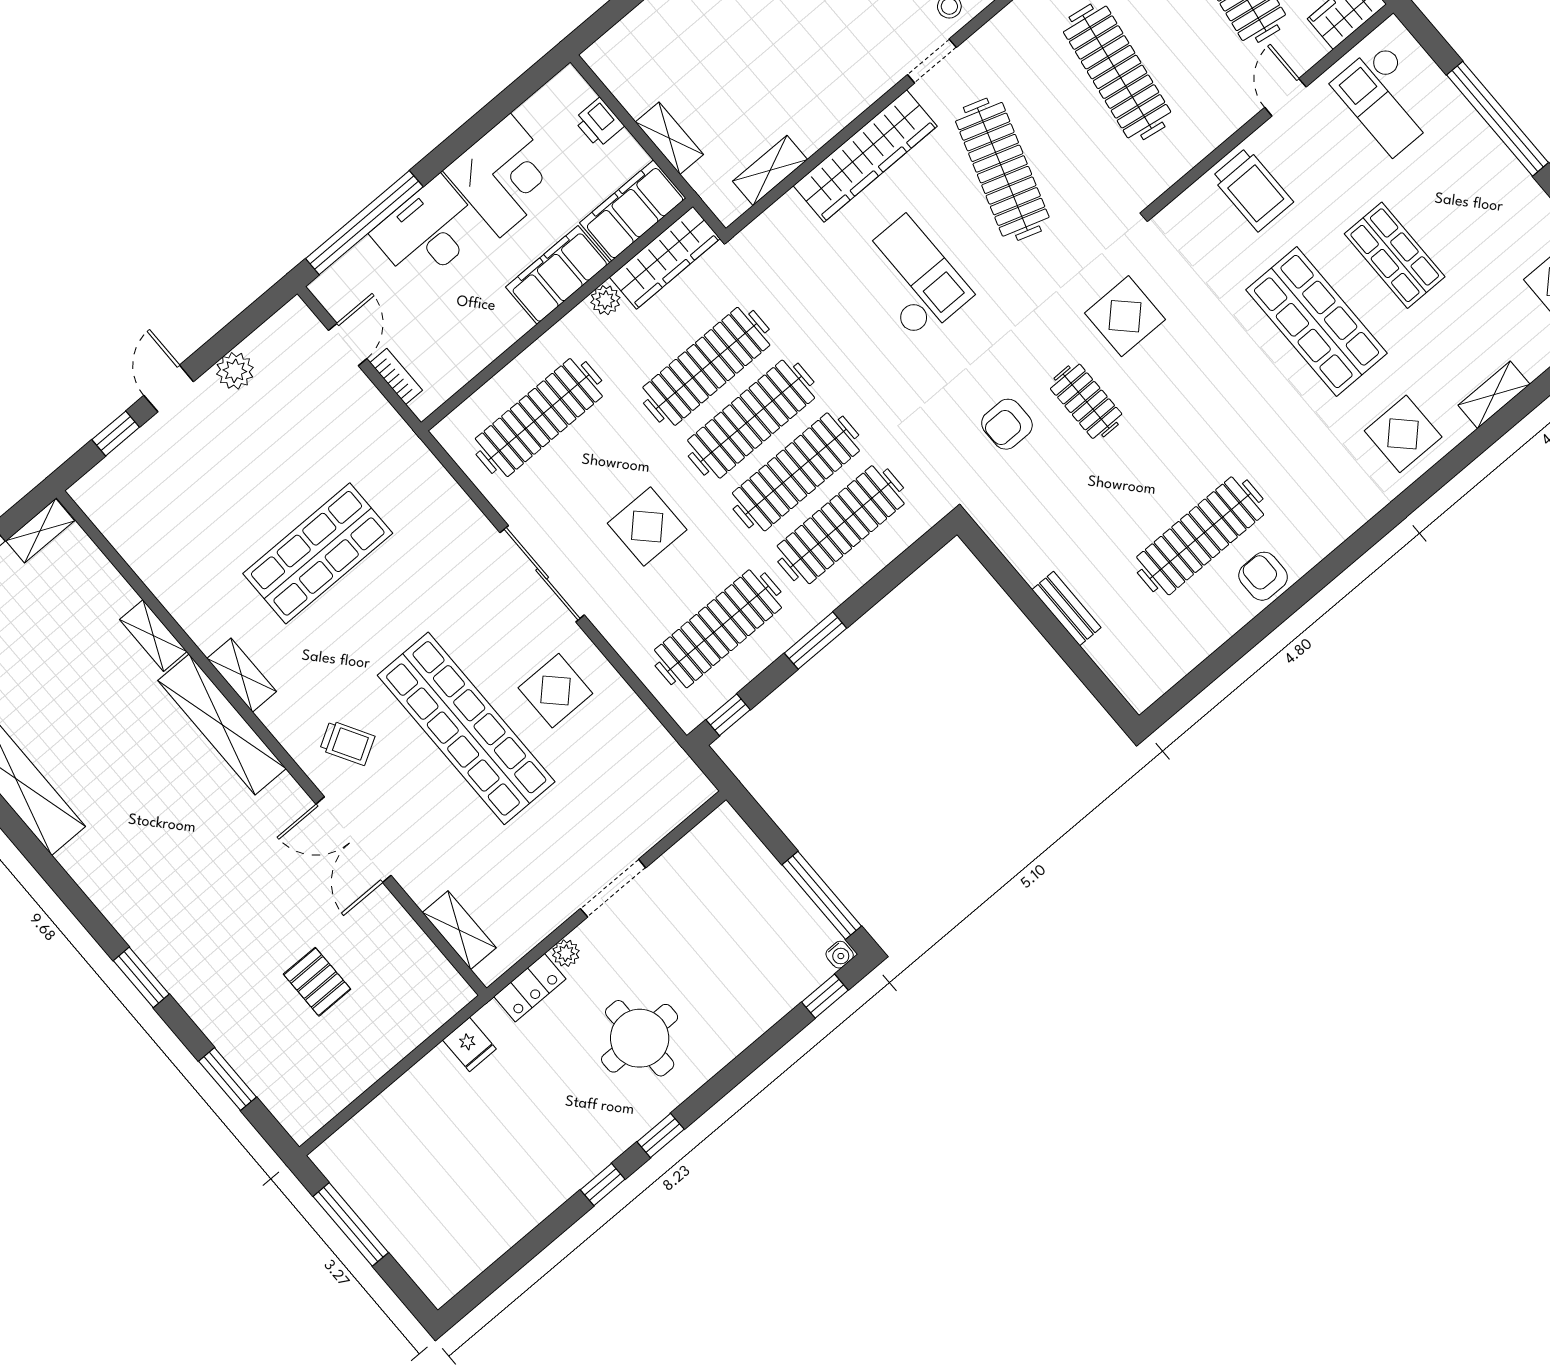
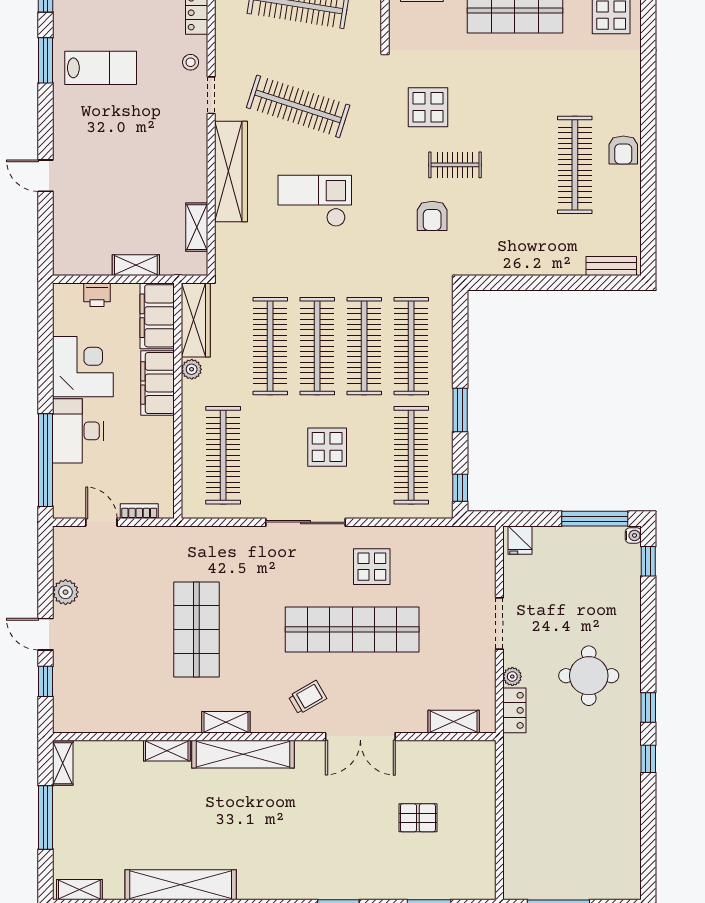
armchair: (1263, 576) -> (623, 150), turned -90
bench: (1066, 609) -> (611, 266), moved
fridge: (469, 1044) -> (520, 540), moved, turned 90

